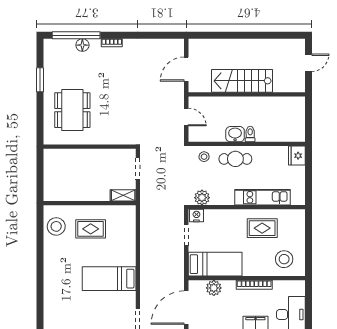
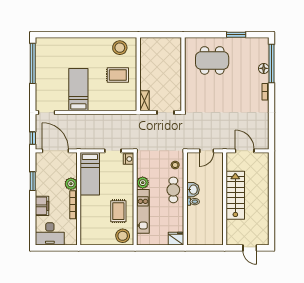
plant: (202, 198) -> (143, 183), moved
rug: (91, 229) -> (118, 75), turned 90
stool: (284, 259) -> (123, 236), moved
plant: (214, 288) -> (71, 184), moved

